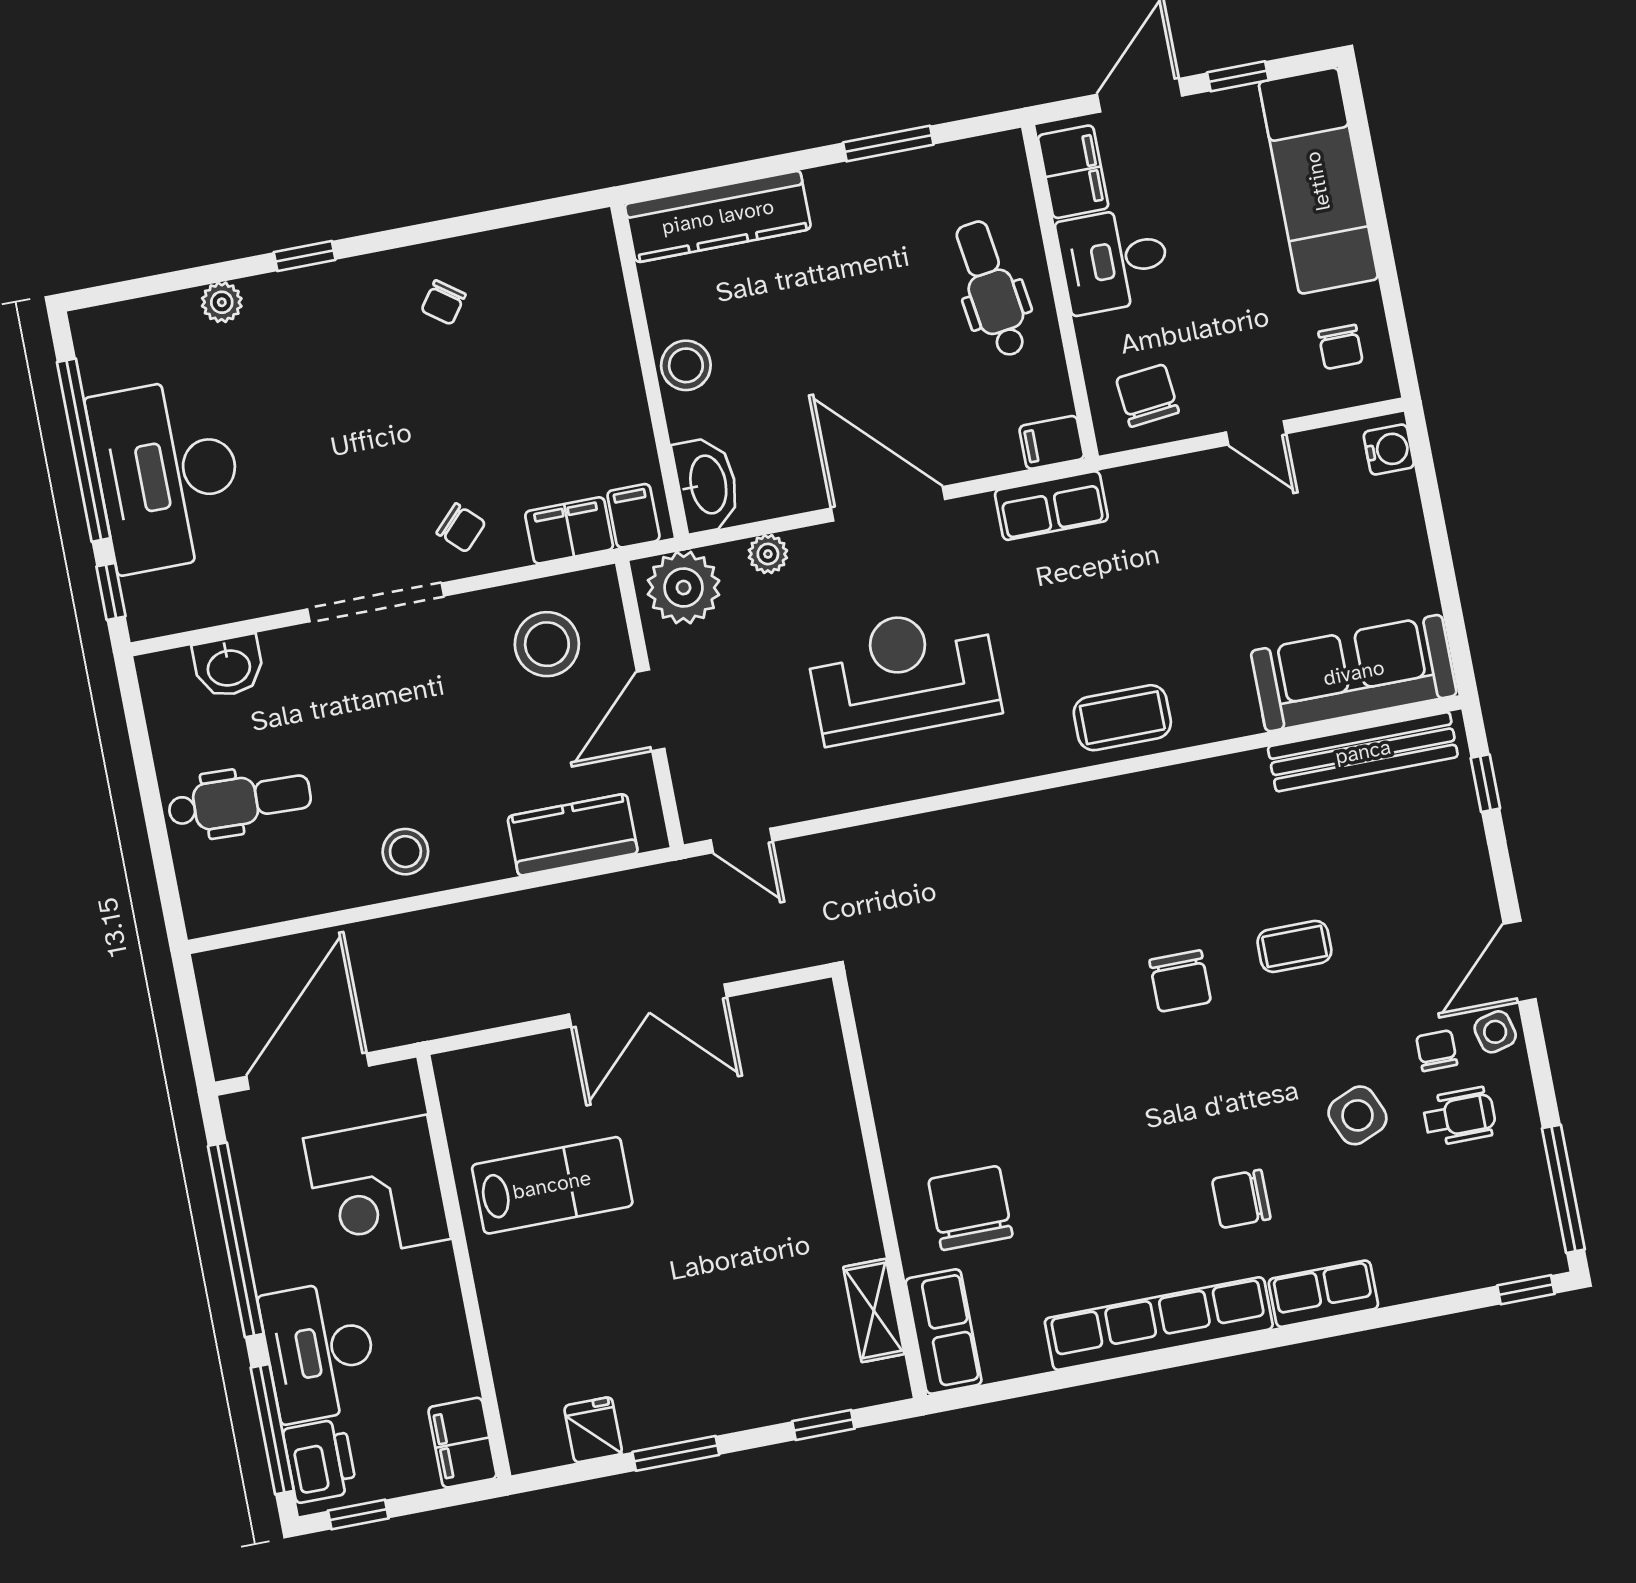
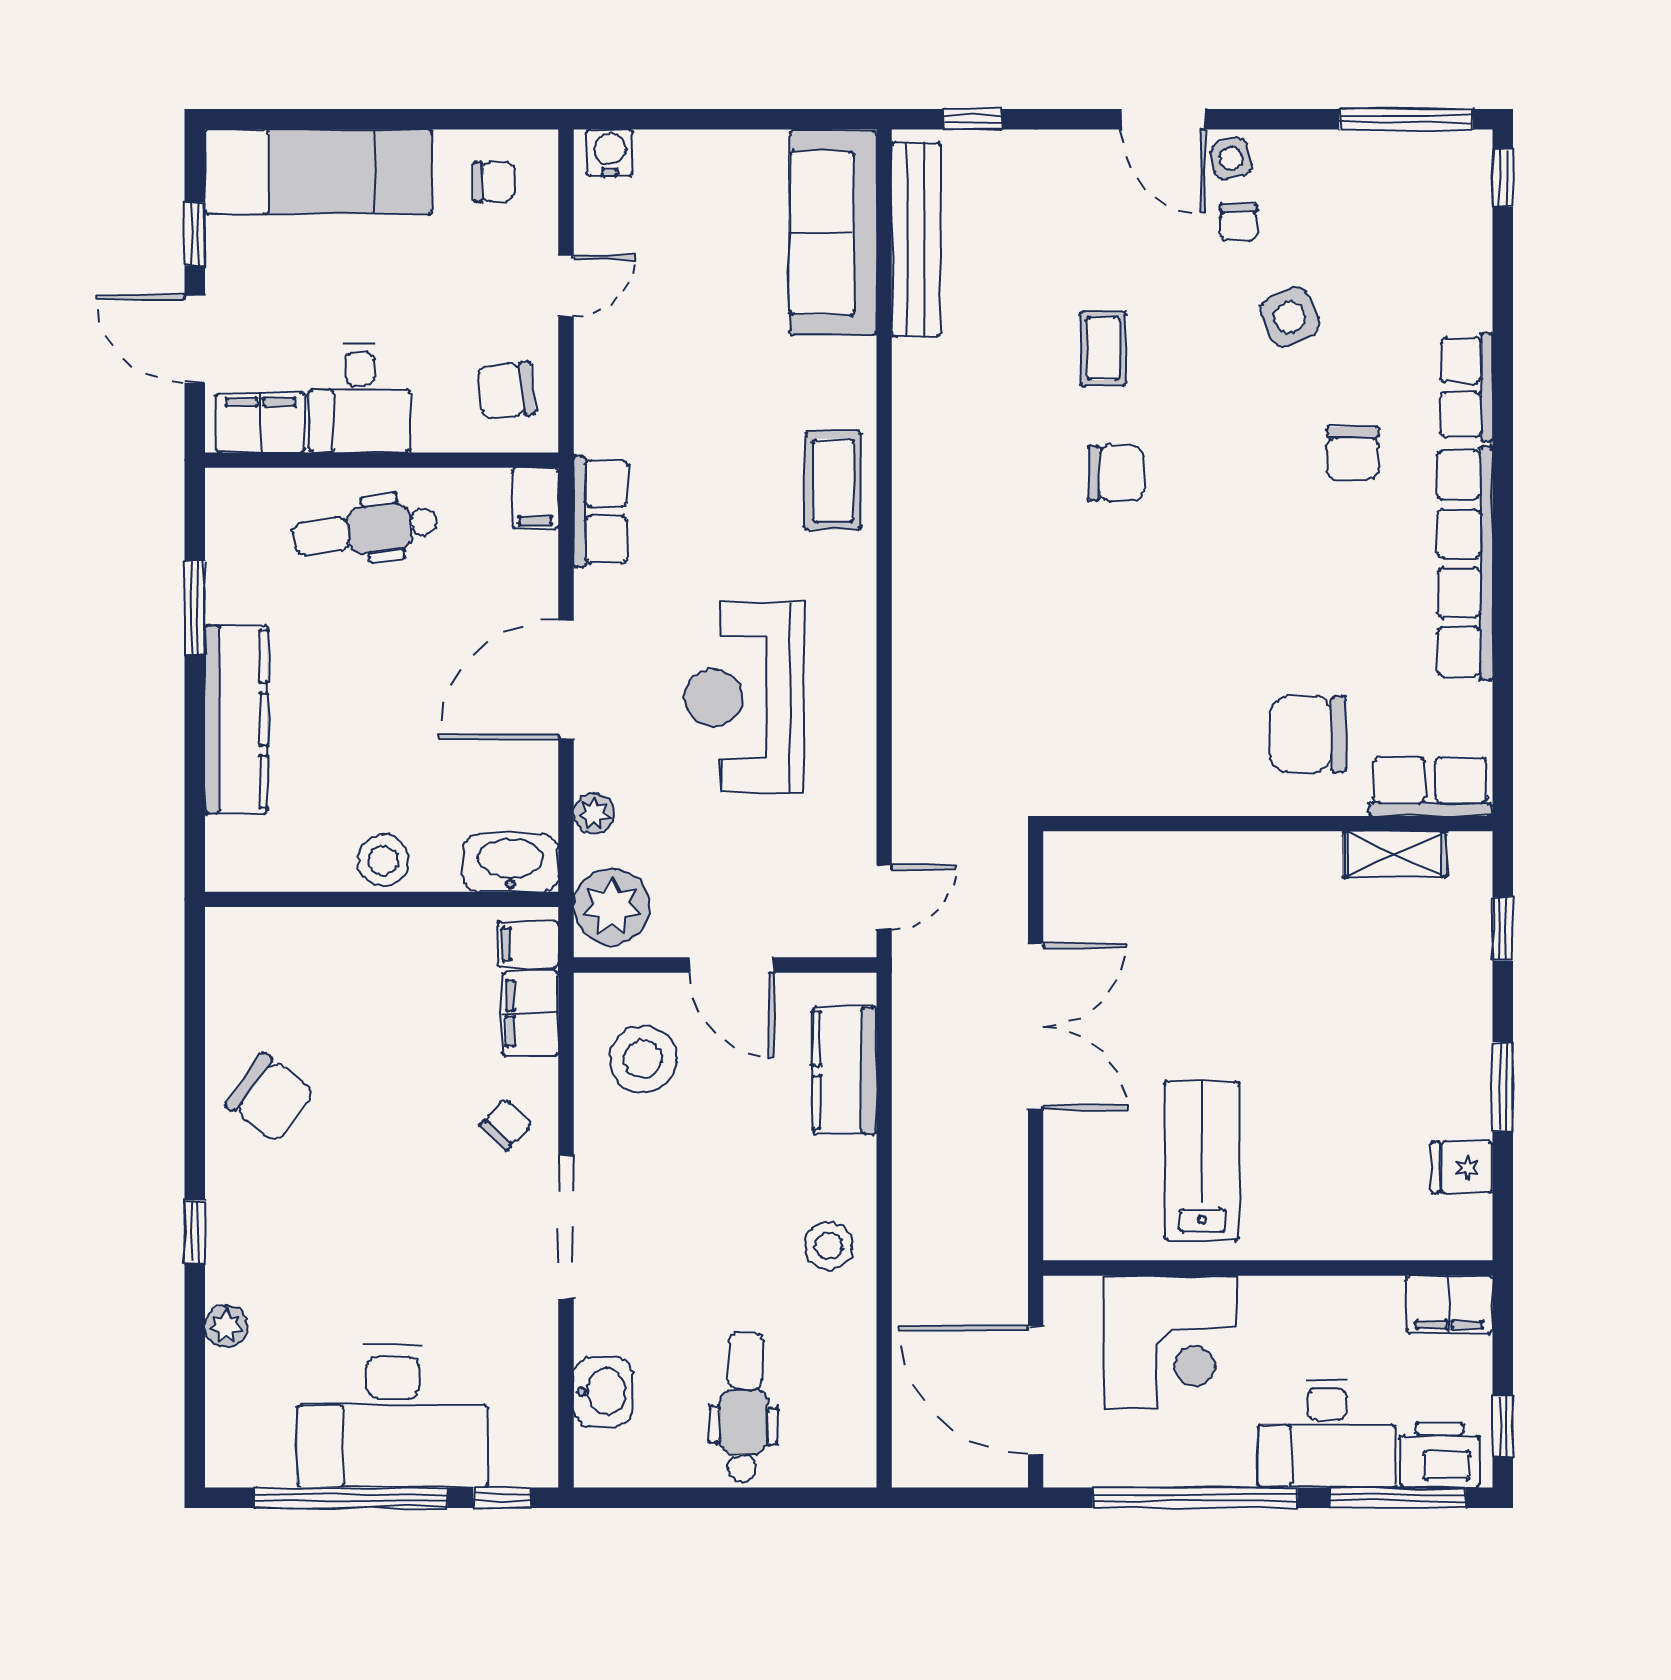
kitchen counter: (718, 217) -> (236, 719), moved
chair: (443, 302) -> (270, 1098), width x1.87, depth x1.87
chair: (1437, 1051) -> (1239, 222), turned -90
wheelchair: (1460, 1116) -> (1311, 212), removed

